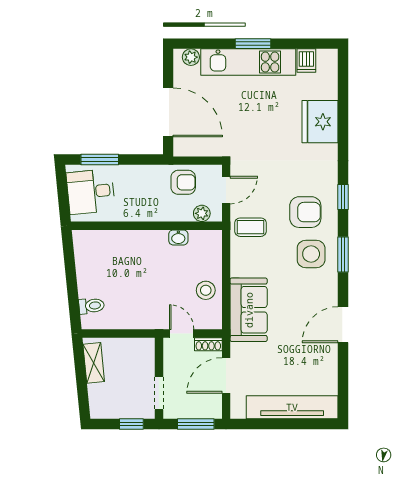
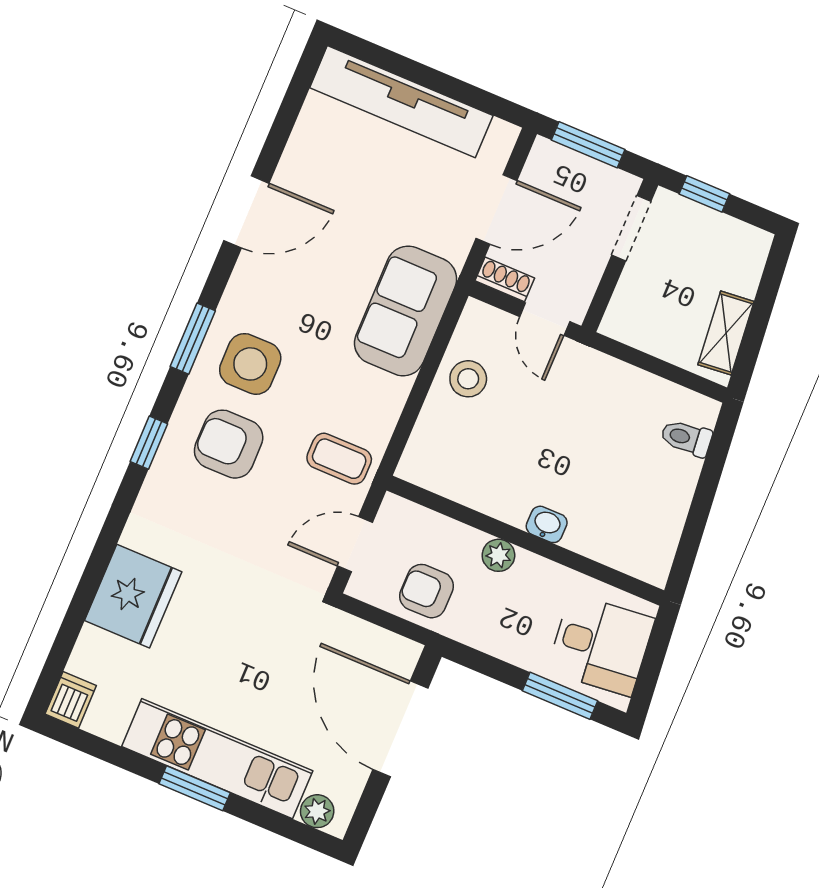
dishwasher: (306, 61) -> (71, 700), moved
plant: (202, 213) -> (498, 555), moved
washbasin: (178, 237) -> (547, 524), moved

